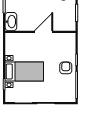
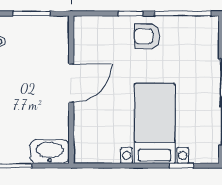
door: (44, 32) -> (71, 83), swing flipped

